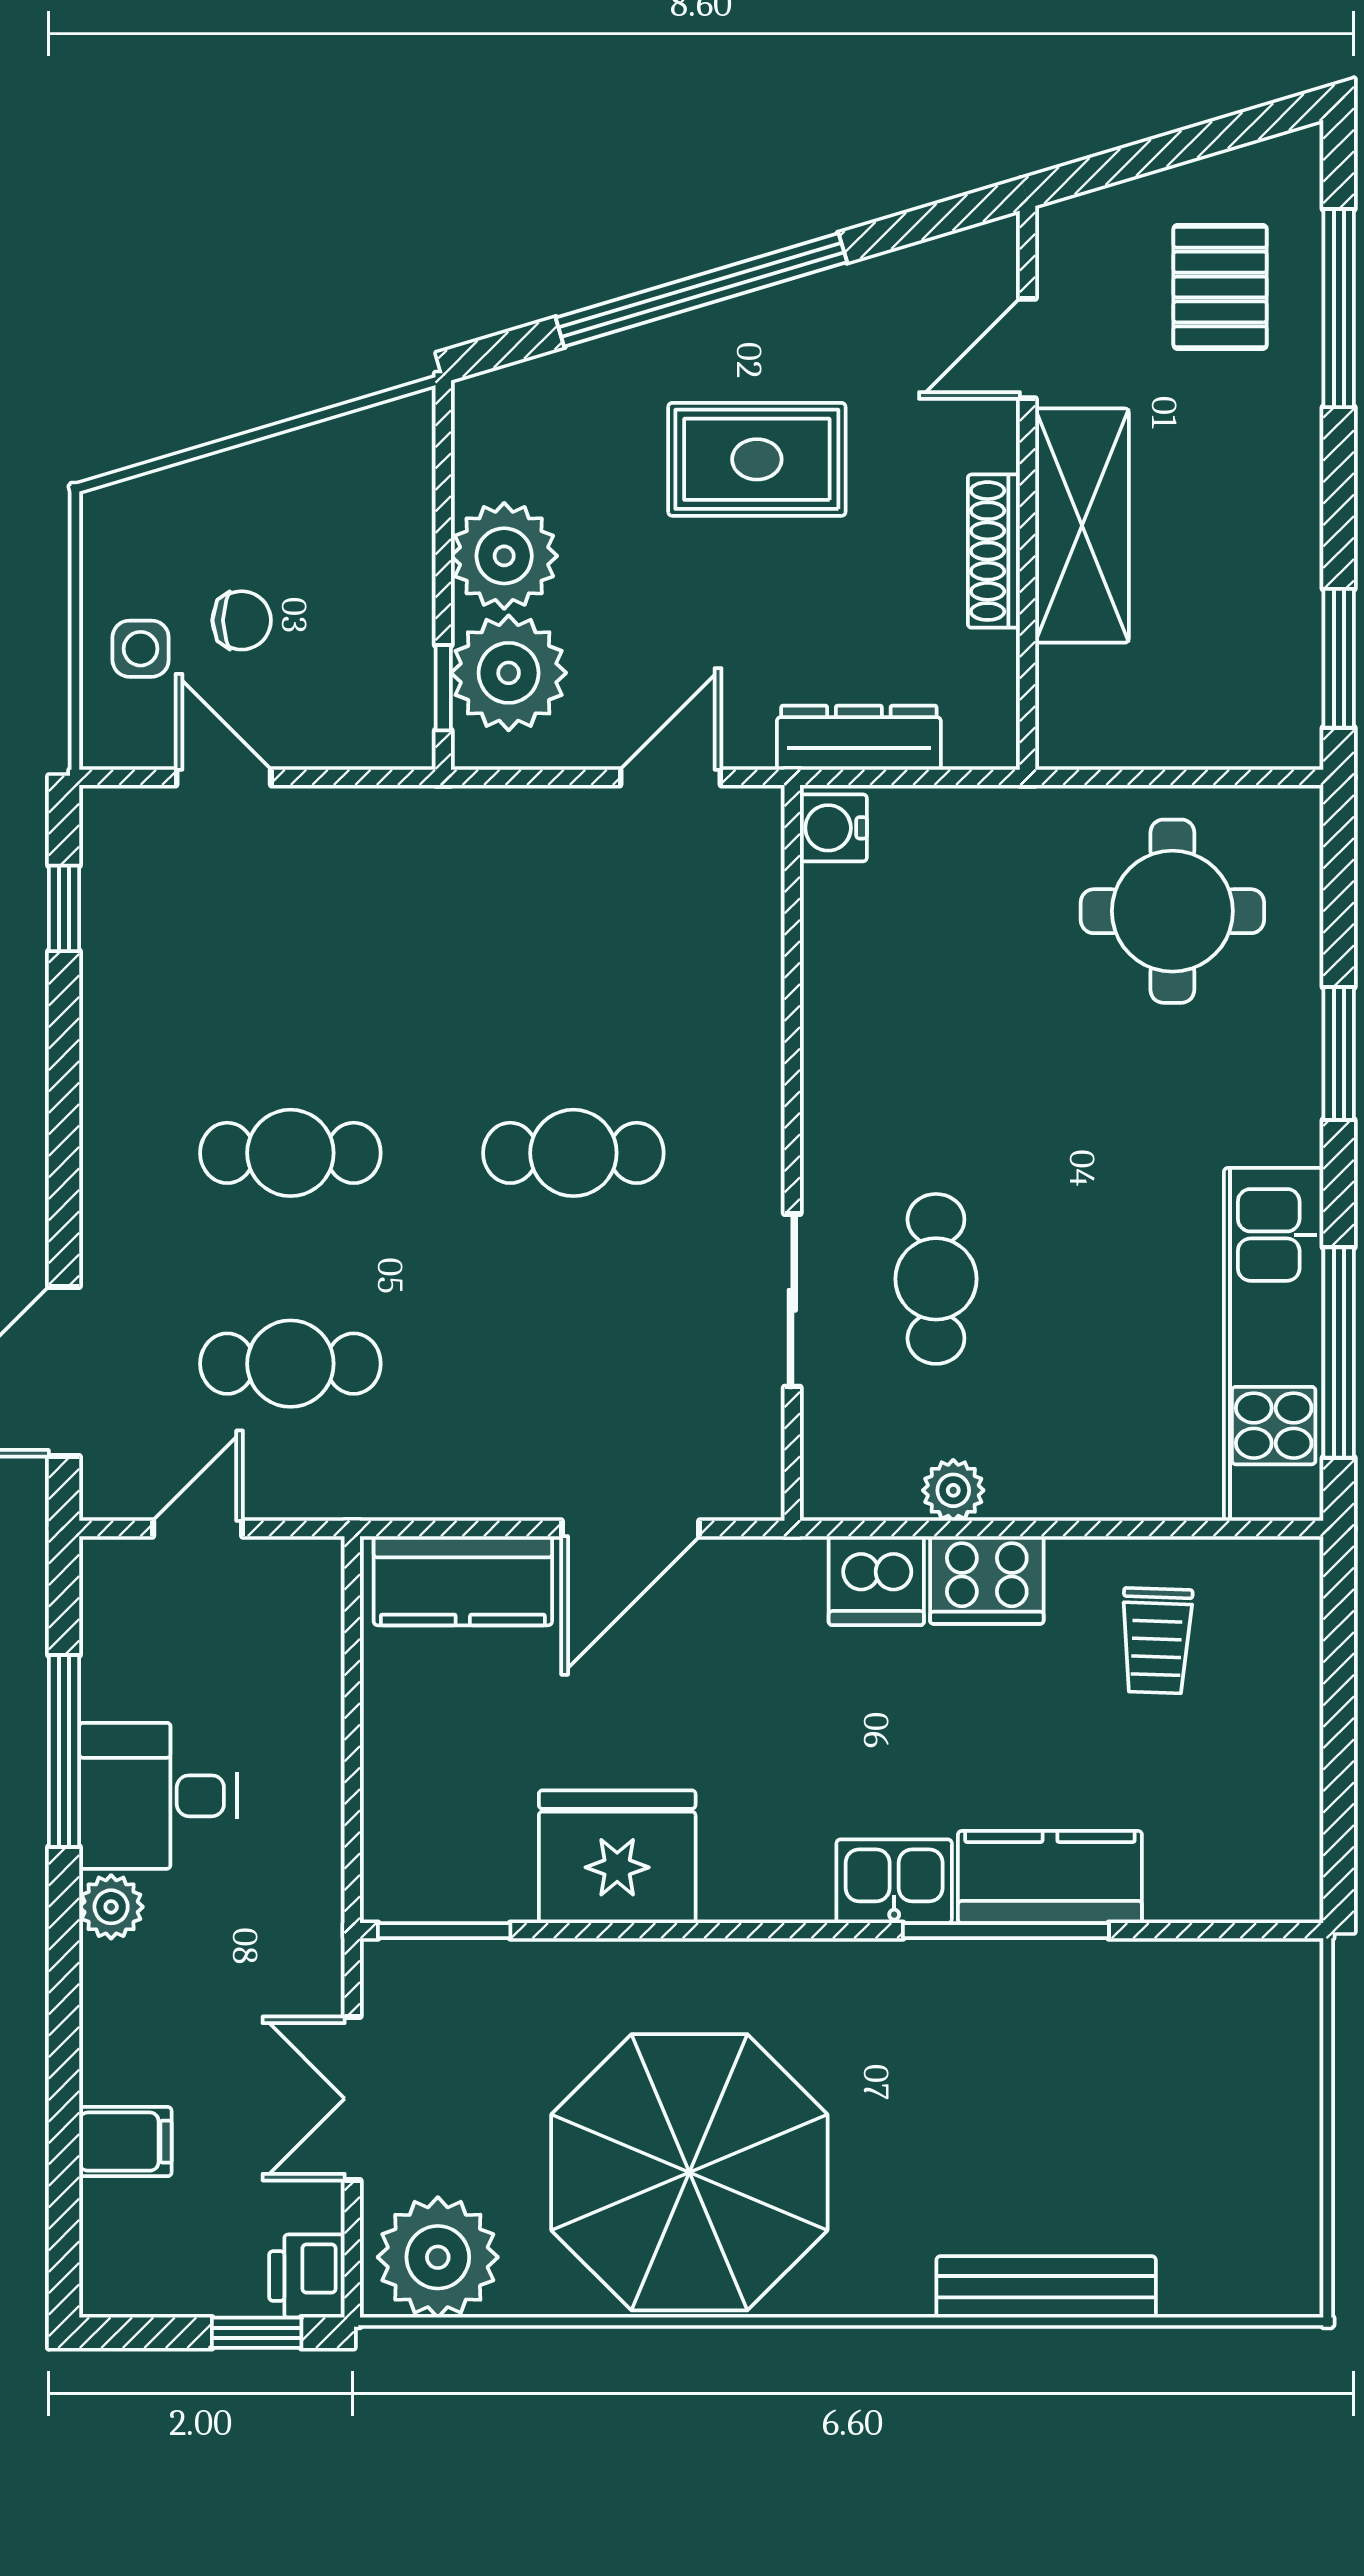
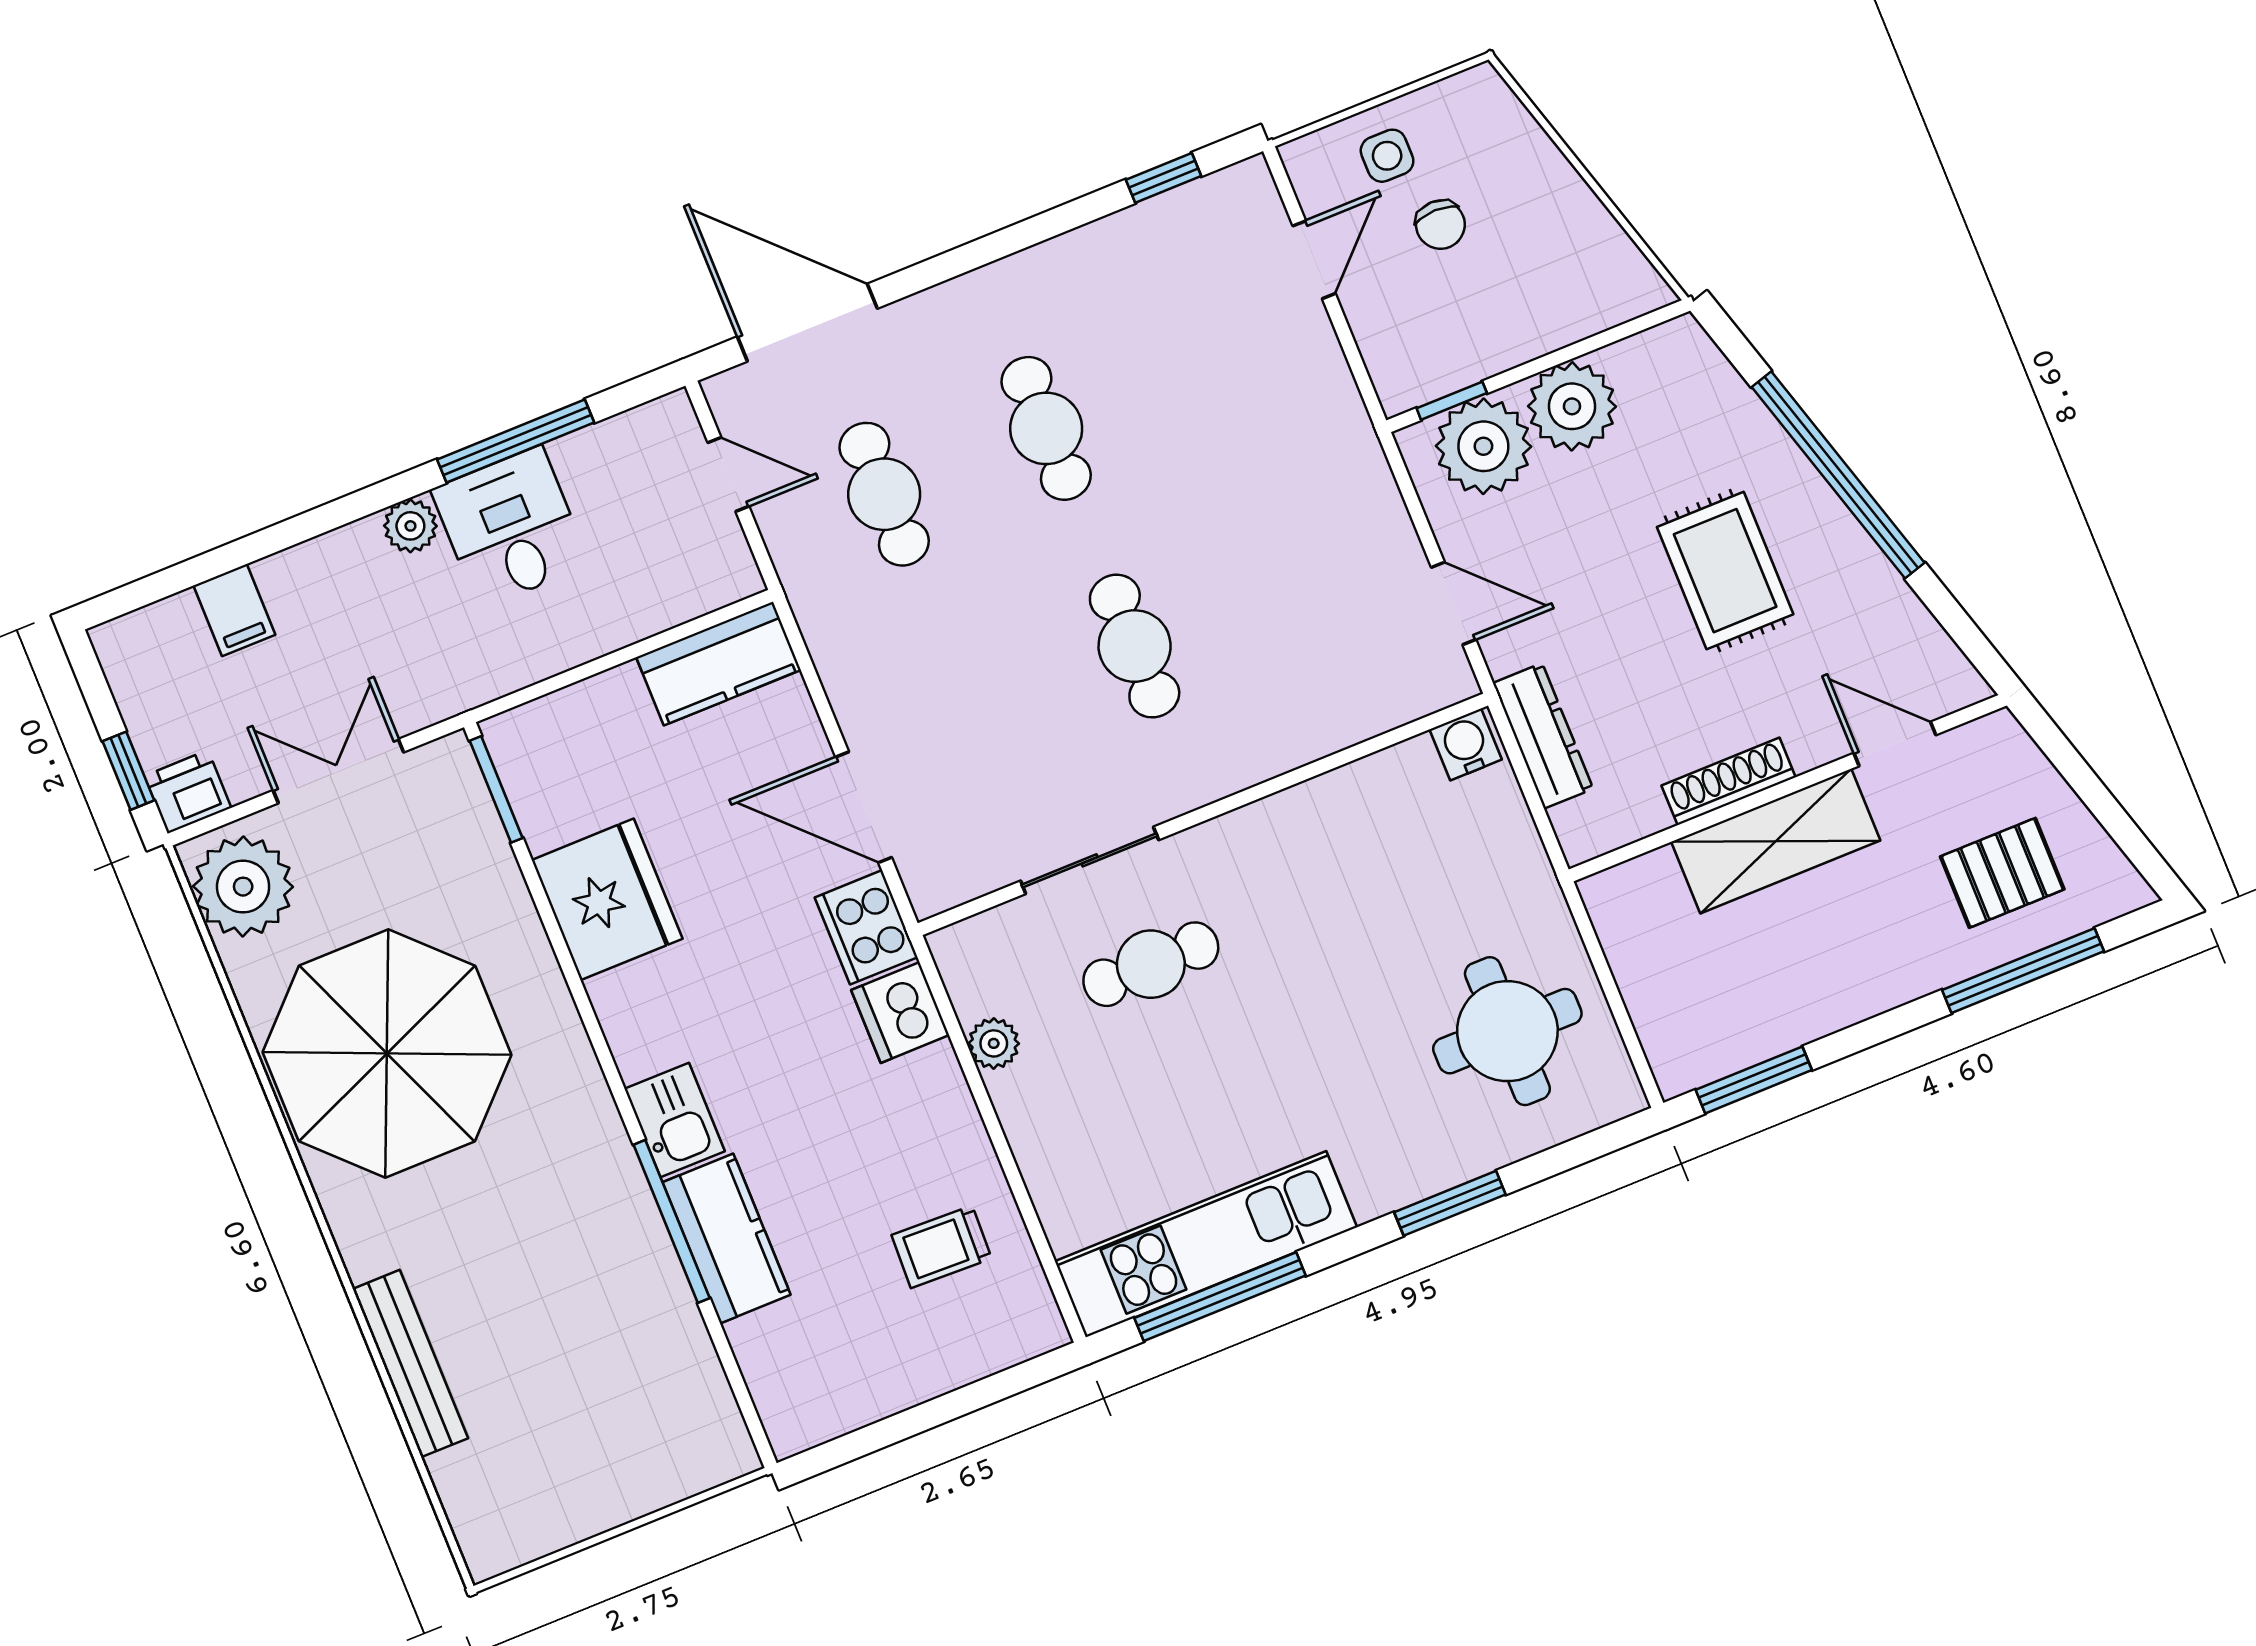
cooker: (987, 1580) -> (866, 927), moved
kitchen counter: (463, 1581) -> (719, 664), moved, turned -90

